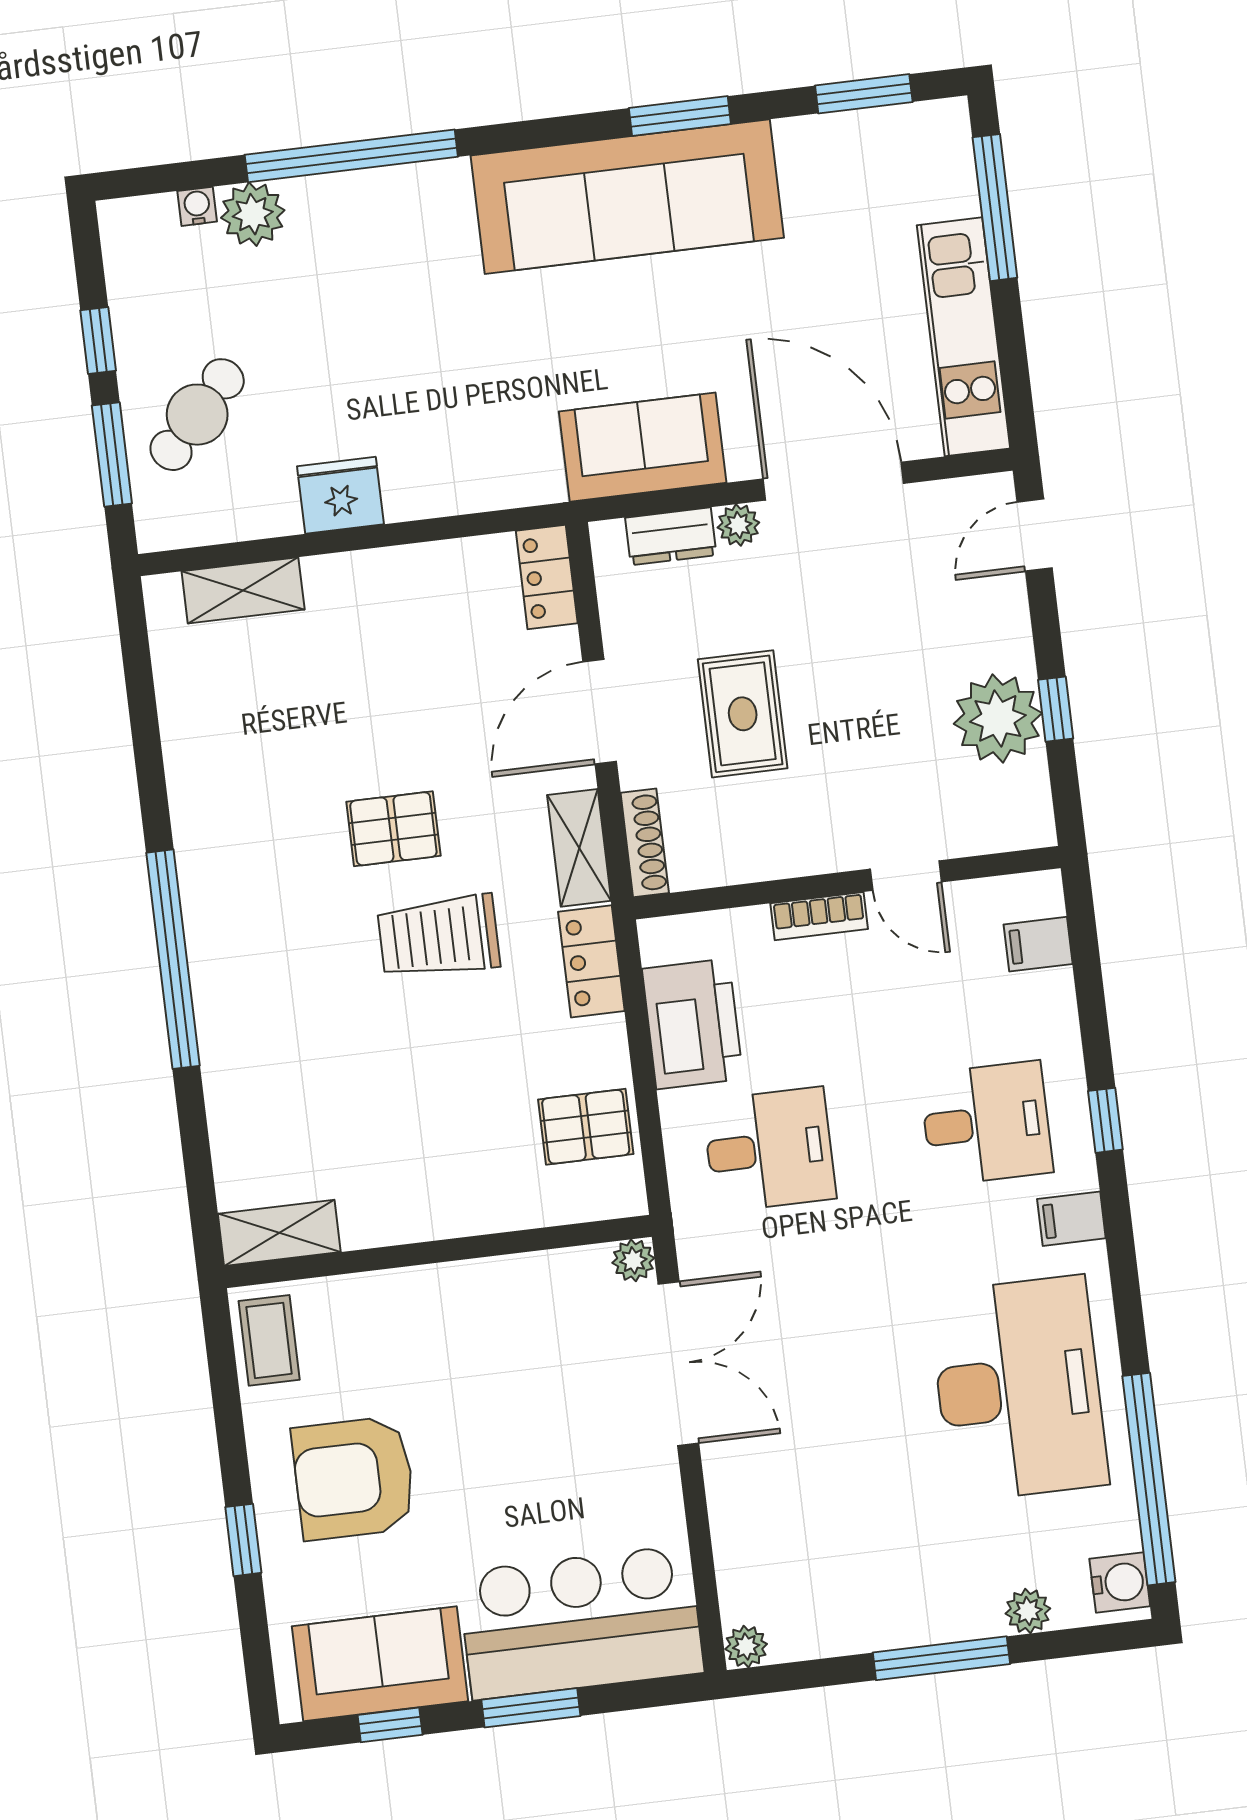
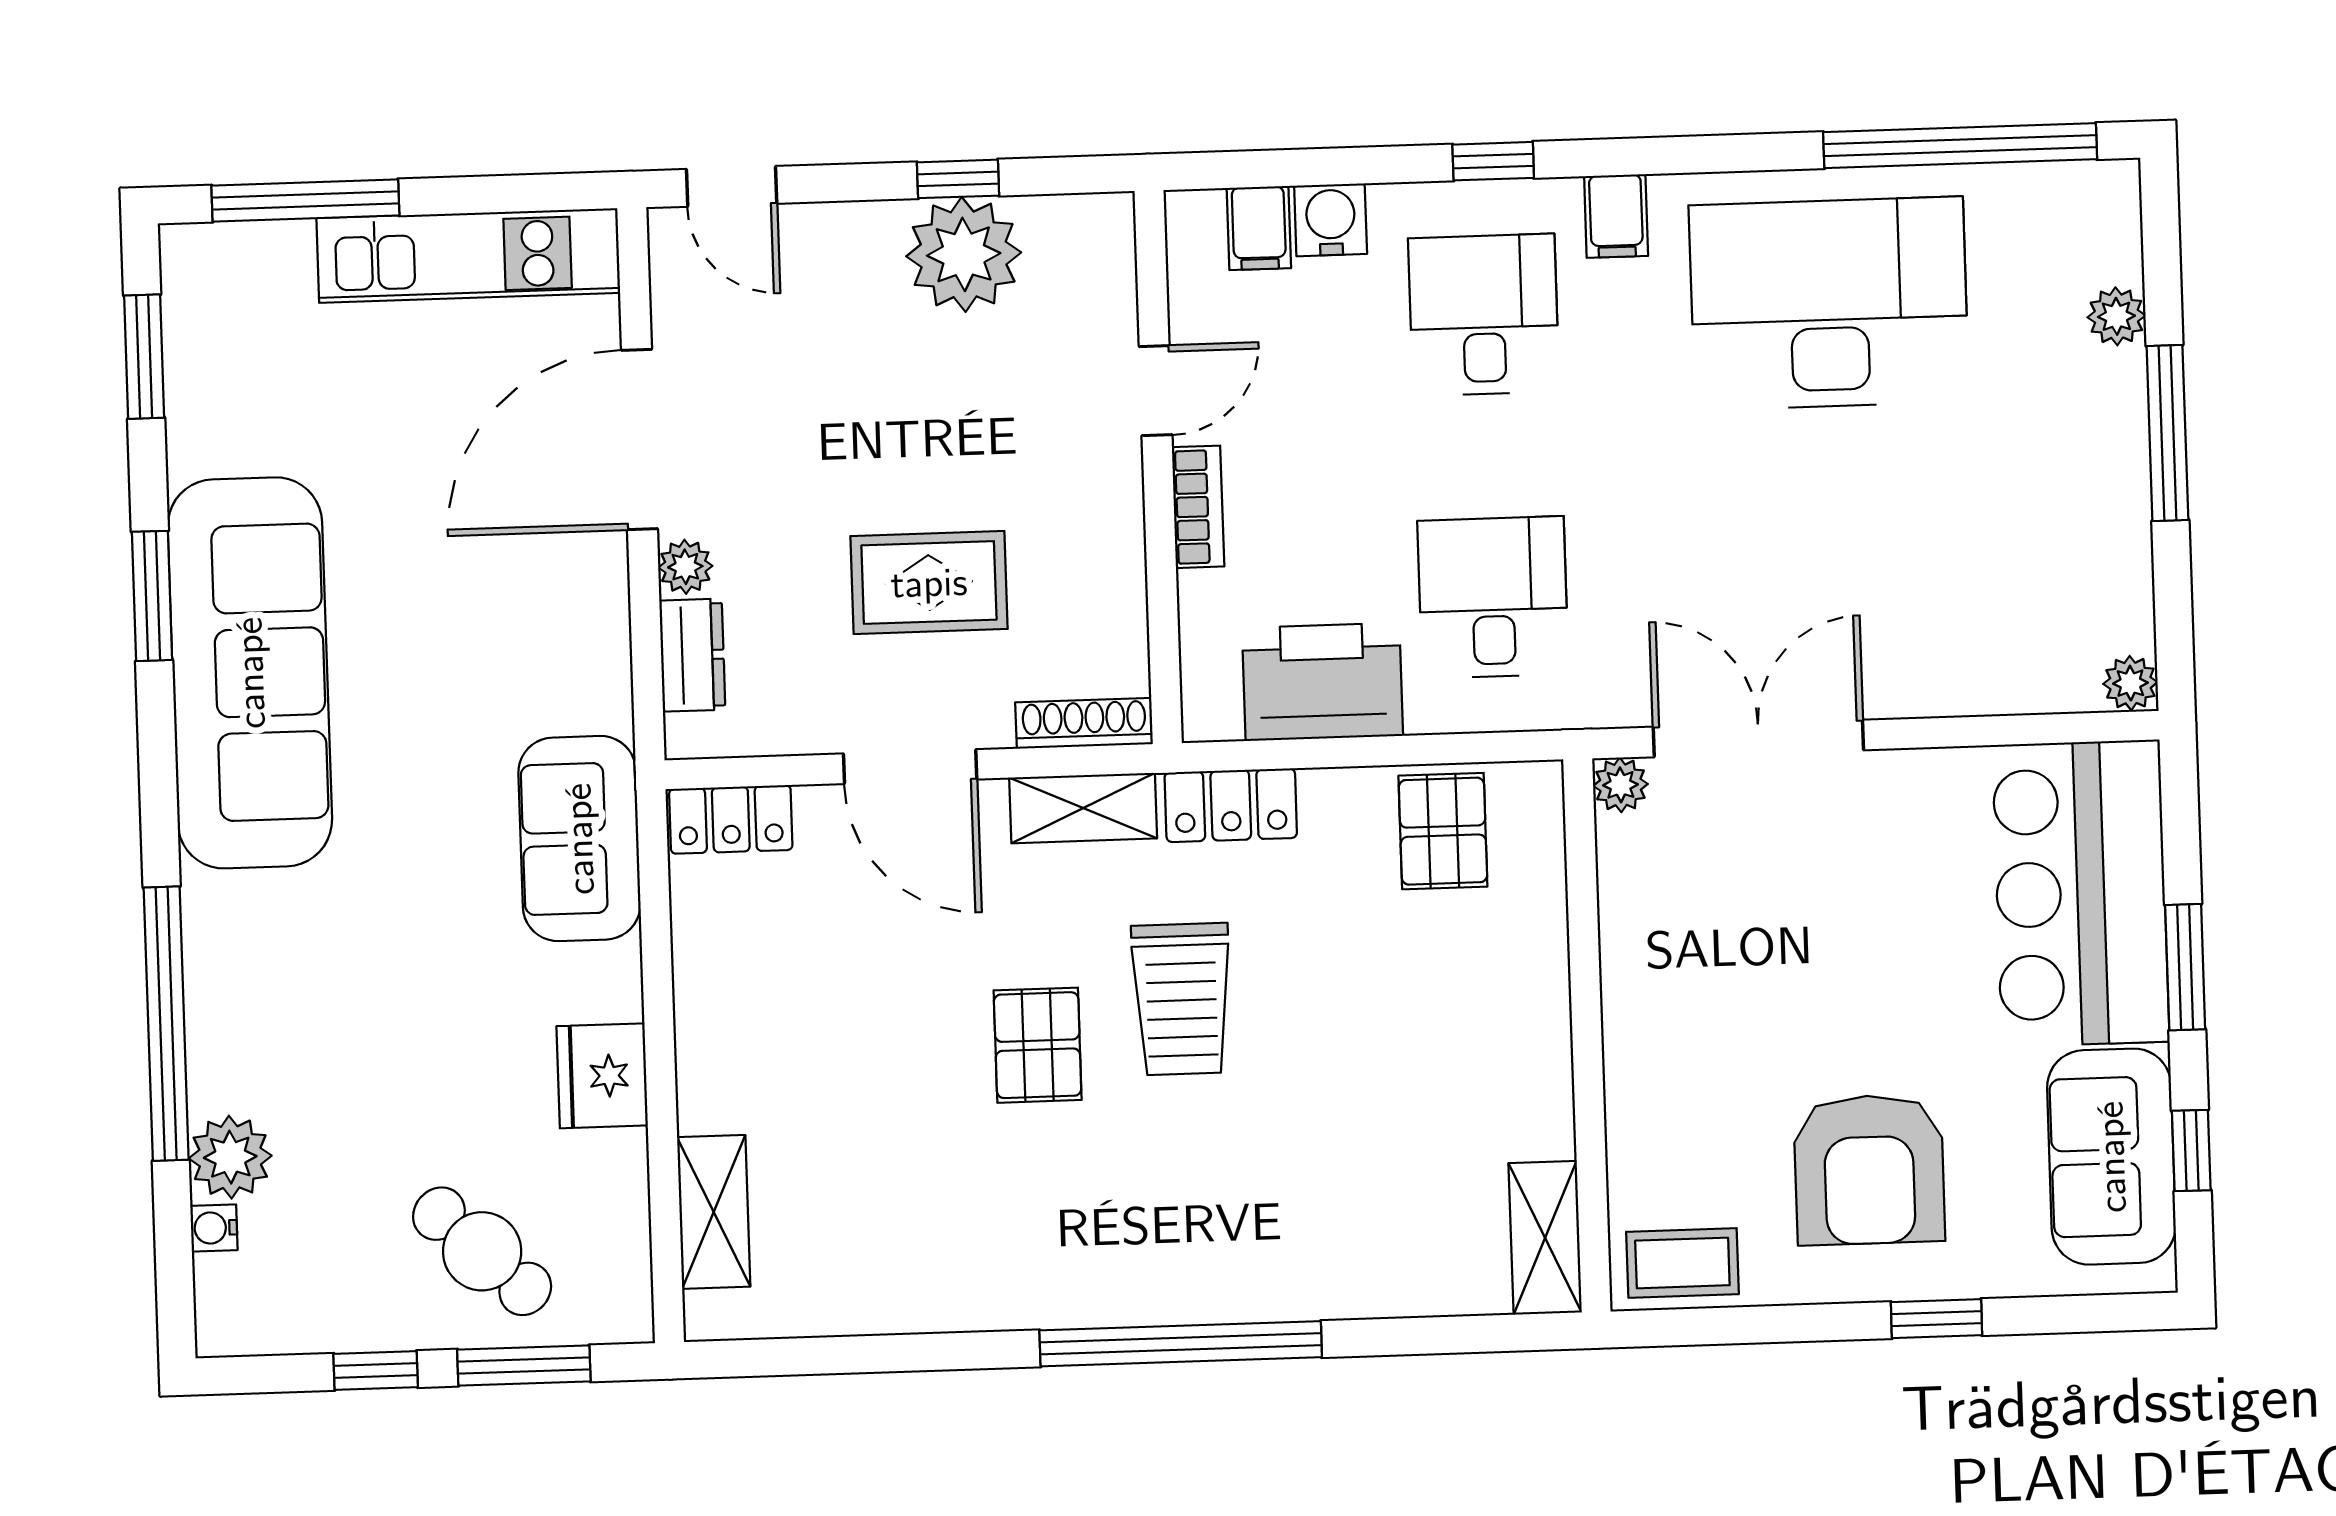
sofa: (643, 447) -> (579, 839), moved
water cooler: (1120, 1582) -> (1331, 220), moved

